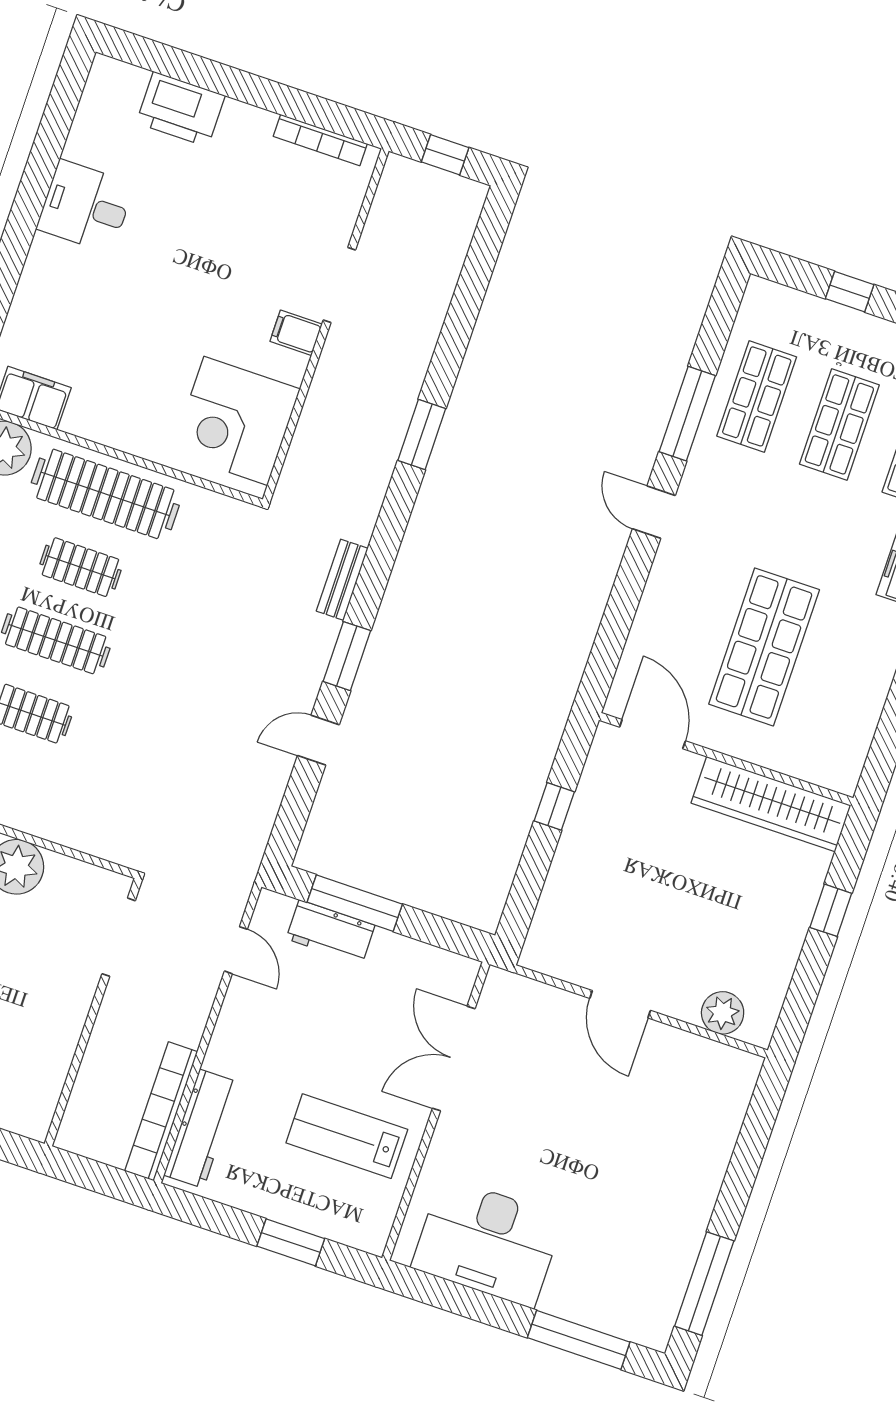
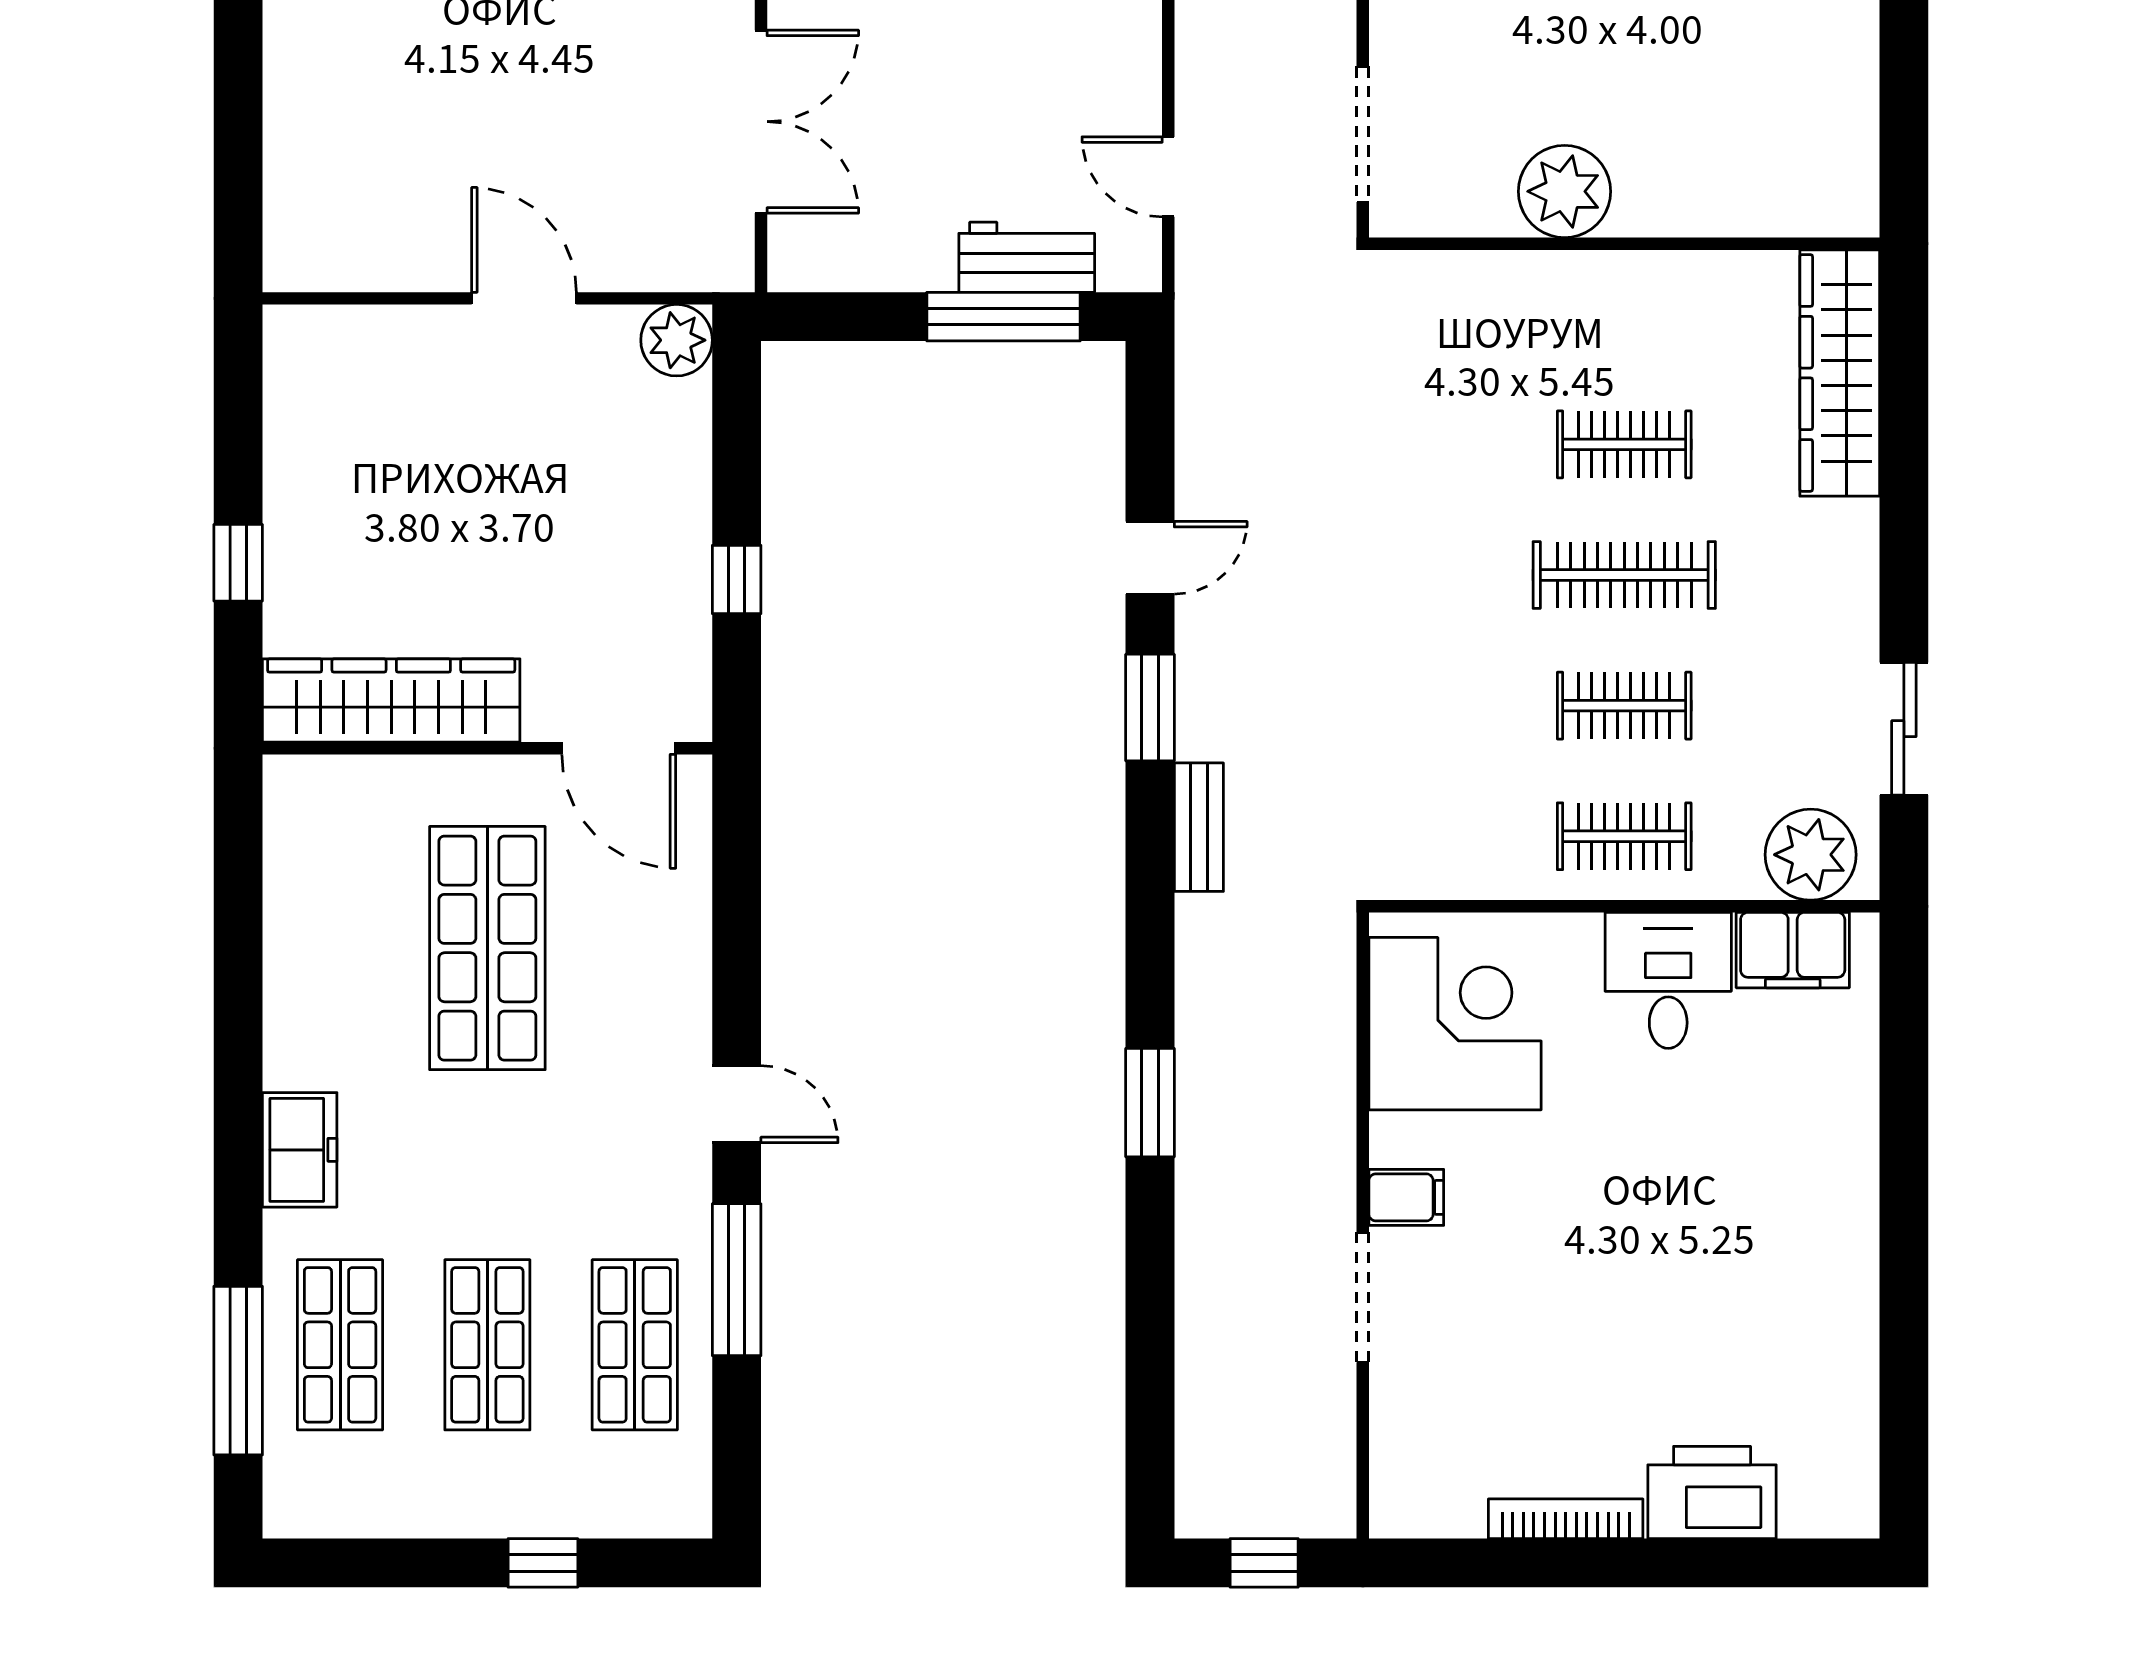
bookcase: (320, 140) -> (1566, 1519), moved
desk: (86, 206) -> (1668, 980), moved, turned -90
clothes rail: (105, 494) -> (1624, 836), width x0.54, depth x0.76
plant: (723, 1013) -> (677, 340), moved

